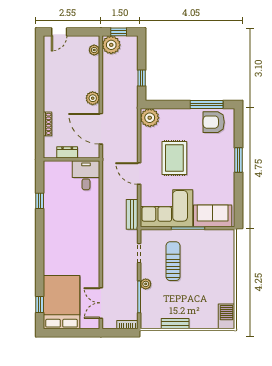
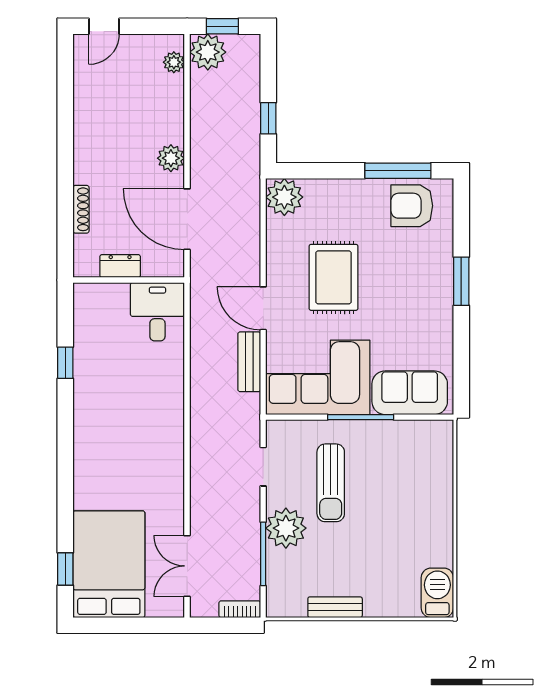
bench: (132, 214) -> (249, 362), moved
sun lounger: (173, 261) -> (331, 483), turned 180
plant: (146, 284) -> (286, 528), width x1.88, depth x1.88

